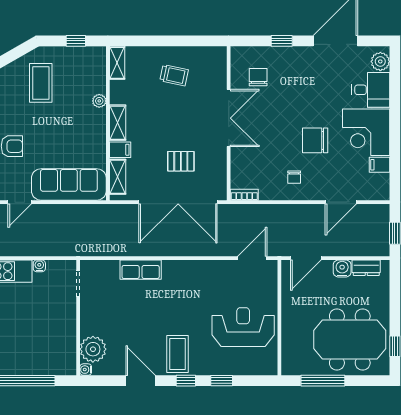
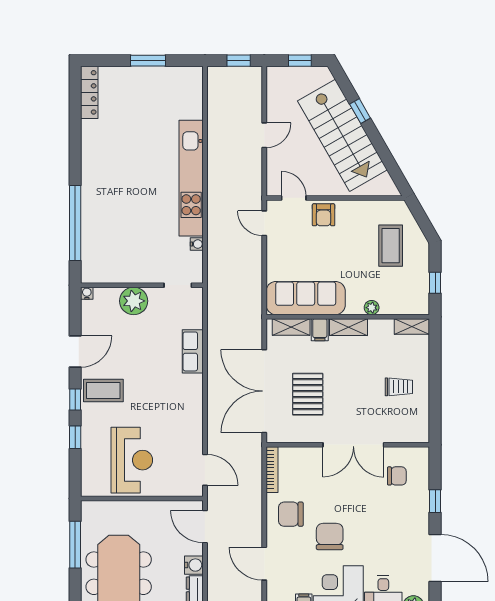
trolley: (174, 75) -> (399, 387), turned -102
coffee table: (41, 83) -> (391, 246), turned 90
pallet: (181, 161) -> (308, 394), width x1.50, depth x1.42
chair: (294, 177) -> (291, 514), width x1.87, depth x1.87
sofa: (69, 184) -> (306, 298), moved, turned -90
bookcase: (244, 195) -> (272, 470), width x1.56
plant: (93, 349) -> (134, 301), moved

